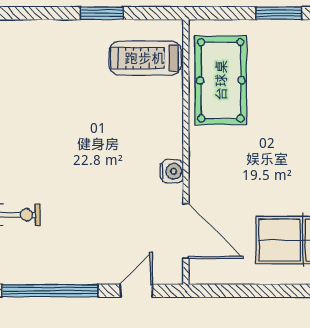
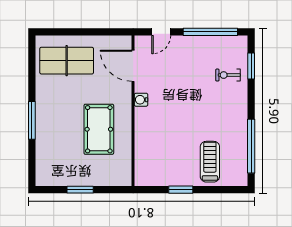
treadmill: (145, 58) -> (210, 162), moved, turned -90
pool table: (221, 80) -> (99, 129), moved

